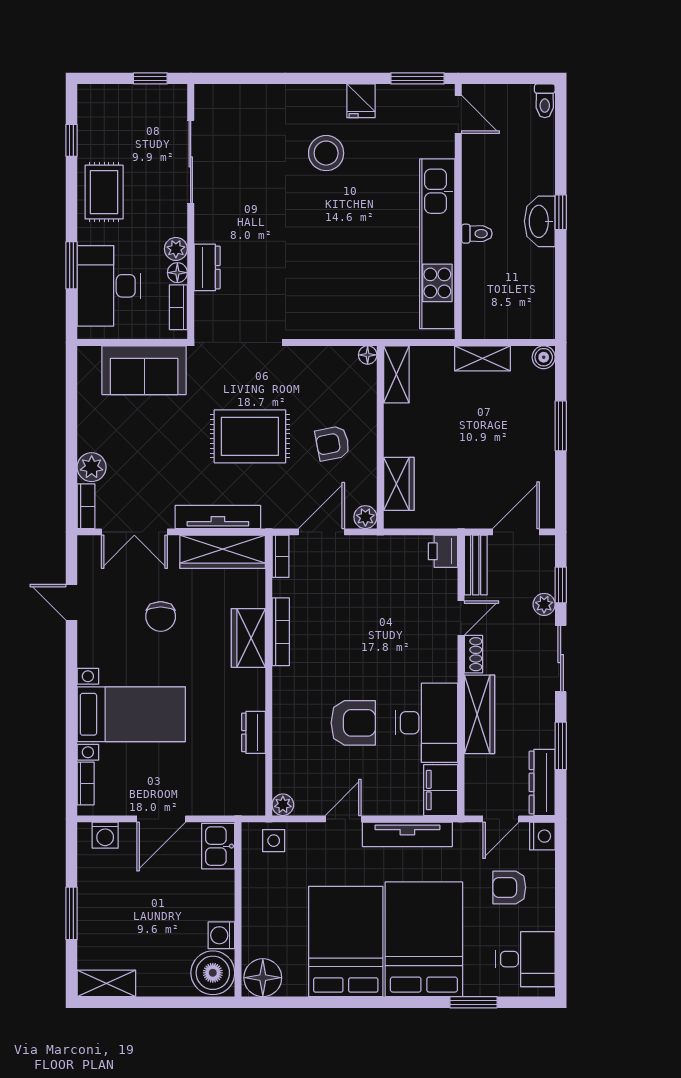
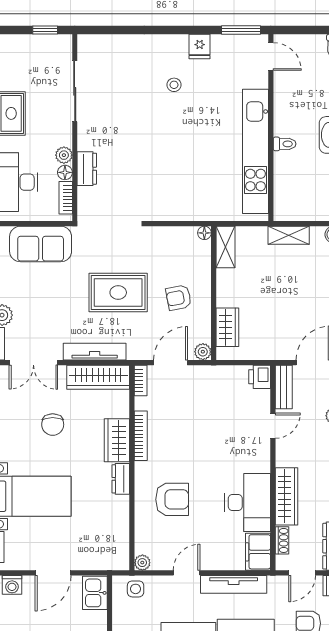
stool: (326, 153) -> (174, 85), width x0.53, depth x0.53
shoe rack: (473, 654) -> (282, 540), moved
armchair: (353, 723) -> (172, 499), moved
dresser: (254, 732) -> (121, 479), moved

